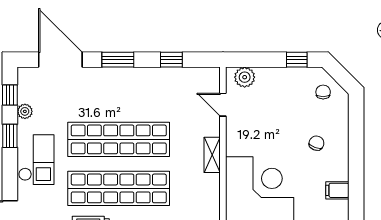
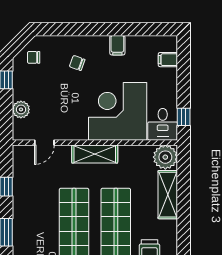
plant: (245, 77) -> (21, 109), moved
shelving: (212, 155) -> (95, 154), width x1.50, depth x1.33

